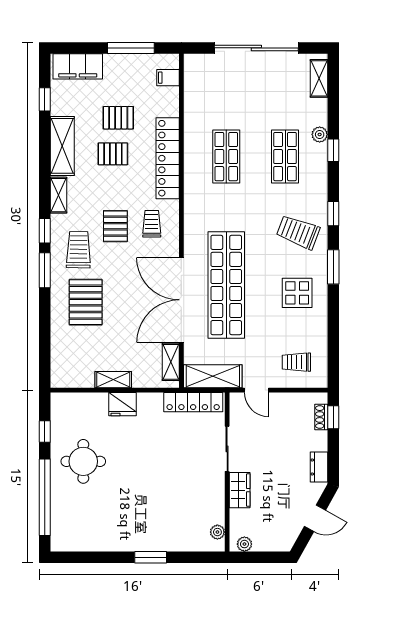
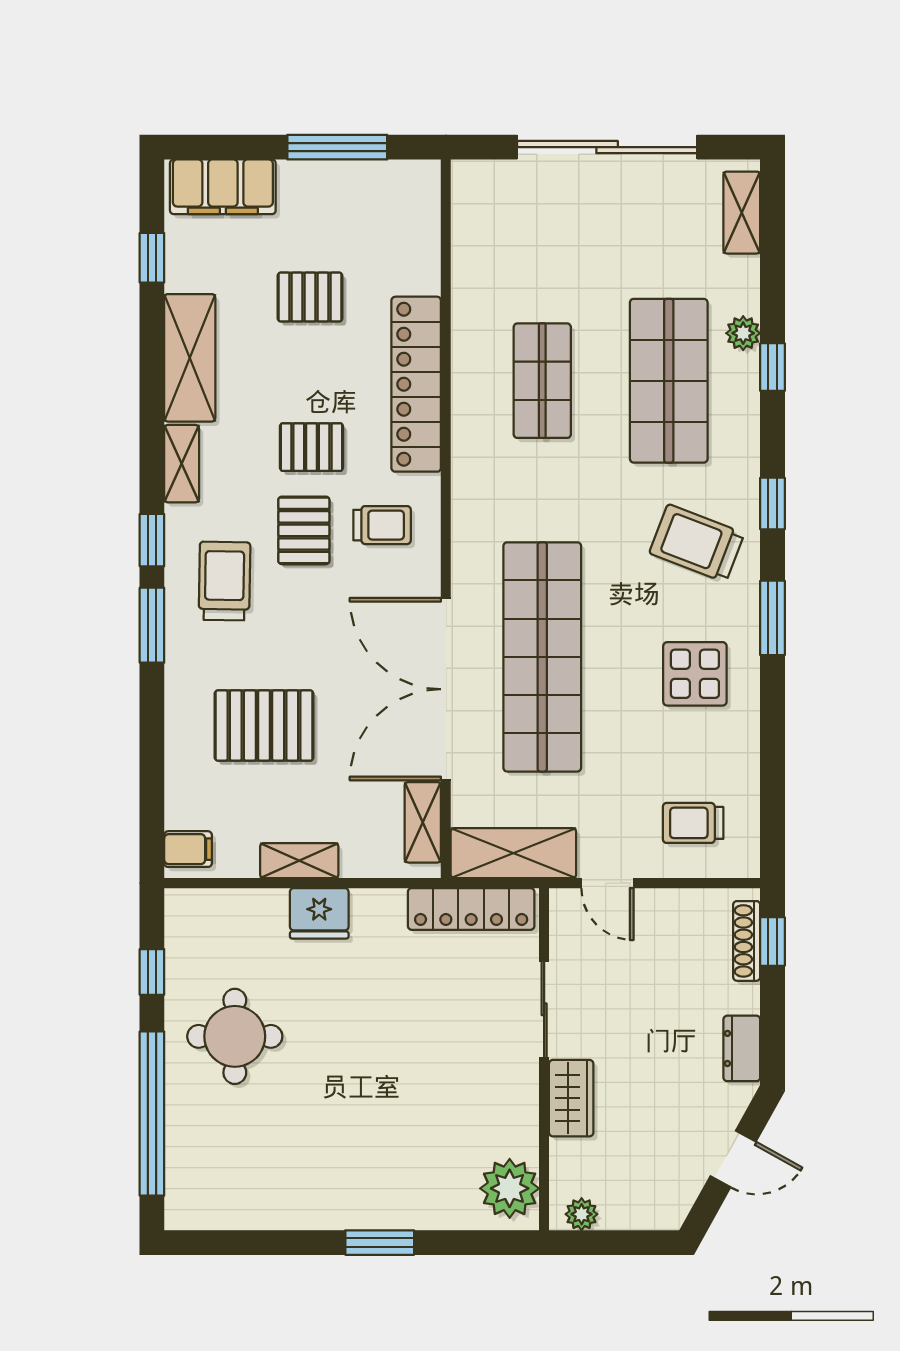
filing cabinet: (168, 78) -> (188, 849), moved, turned 180
pallet: (113, 154) -> (311, 447), moved
shop shelf: (285, 157) -> (669, 381), width x1.43, depth x1.36
trolley: (152, 224) -> (382, 525), turned 90
pallet: (86, 302) -> (264, 725), moved, turned 90
shoe rack: (321, 417) -> (747, 941), width x1.43
plant: (217, 532) -> (510, 1188), width x1.88, depth x1.88

